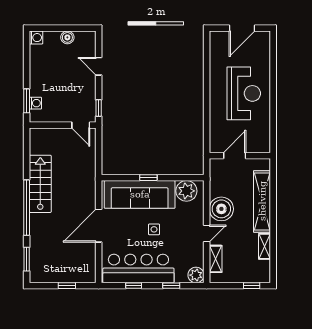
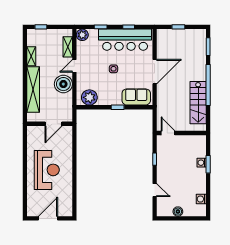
washing machine: (36, 38) -> (201, 199), moved
reception desk: (244, 93) -> (47, 170), turned 180
wall: (63, 125) -> (181, 133), moved
door: (81, 125) -> (168, 133), moved
sofa: (140, 194) -> (136, 97), width x0.54, depth x0.79

